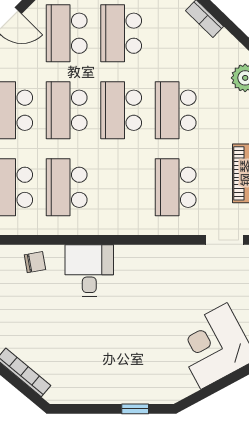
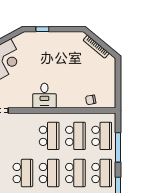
school desk: (176, 187) -> (49, 136), moved
desk: (89, 271) -> (44, 96), moved

